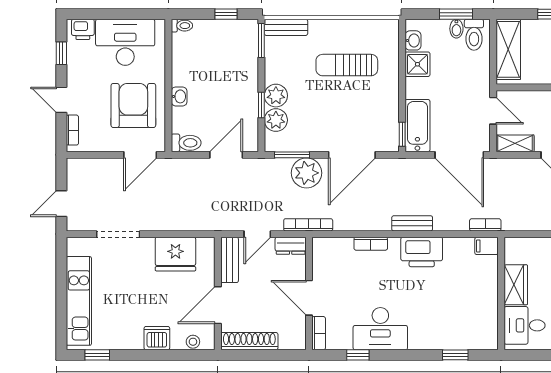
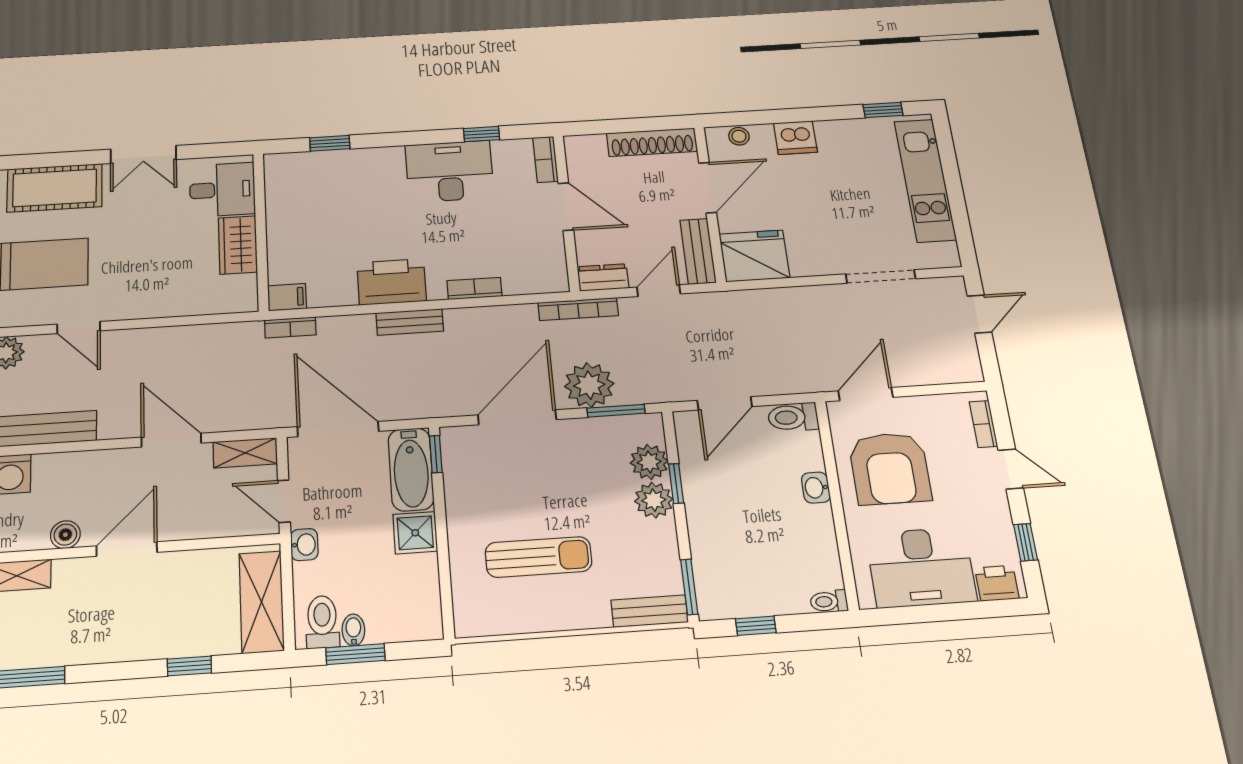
washbasin: (413, 40) -> (304, 545), moved, turned 180
shower: (417, 64) -> (415, 533), moved
fridge: (175, 254) -> (754, 256), moved

